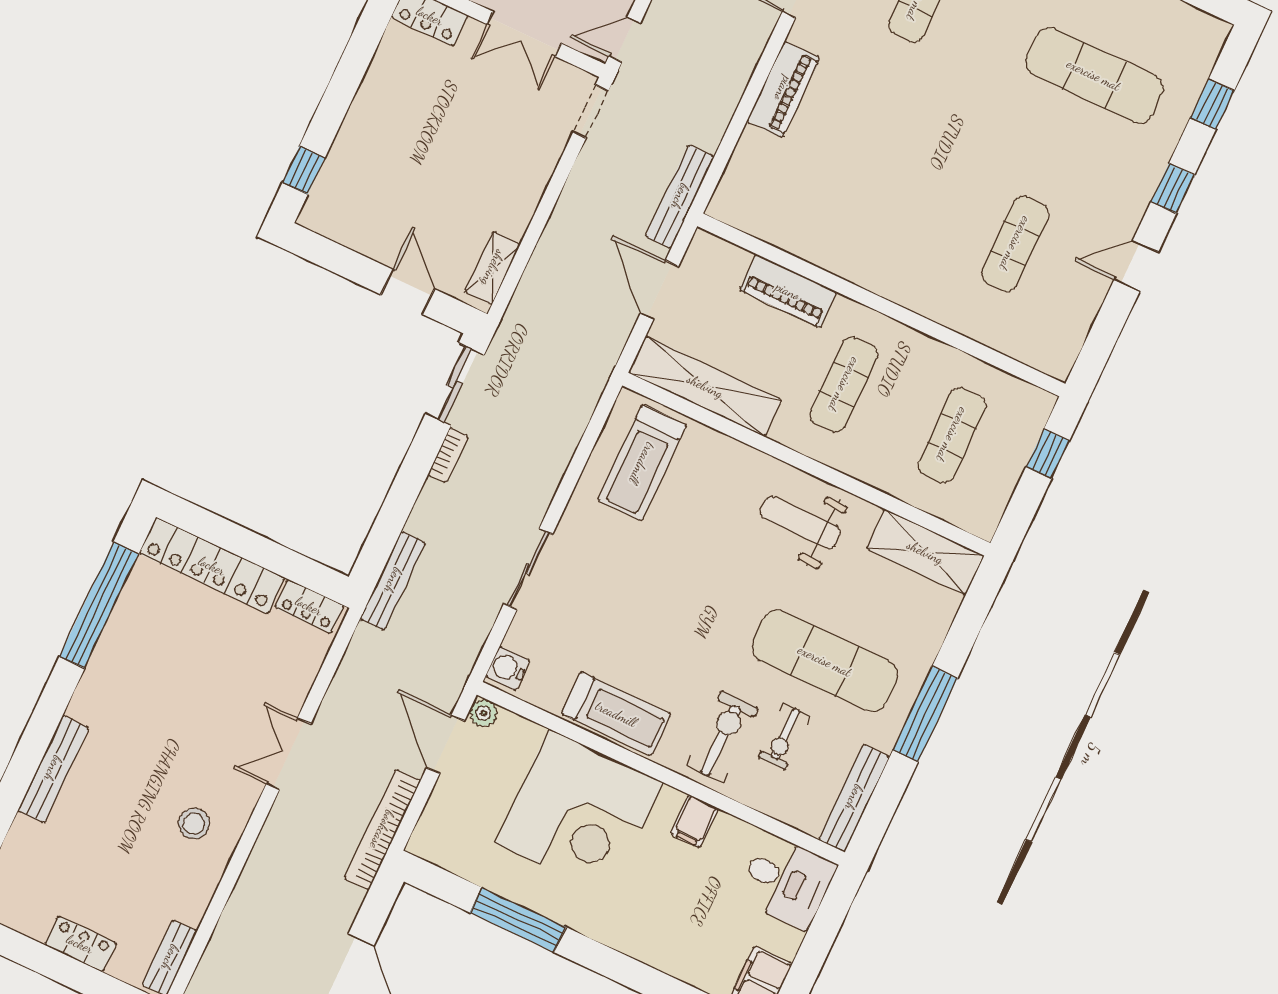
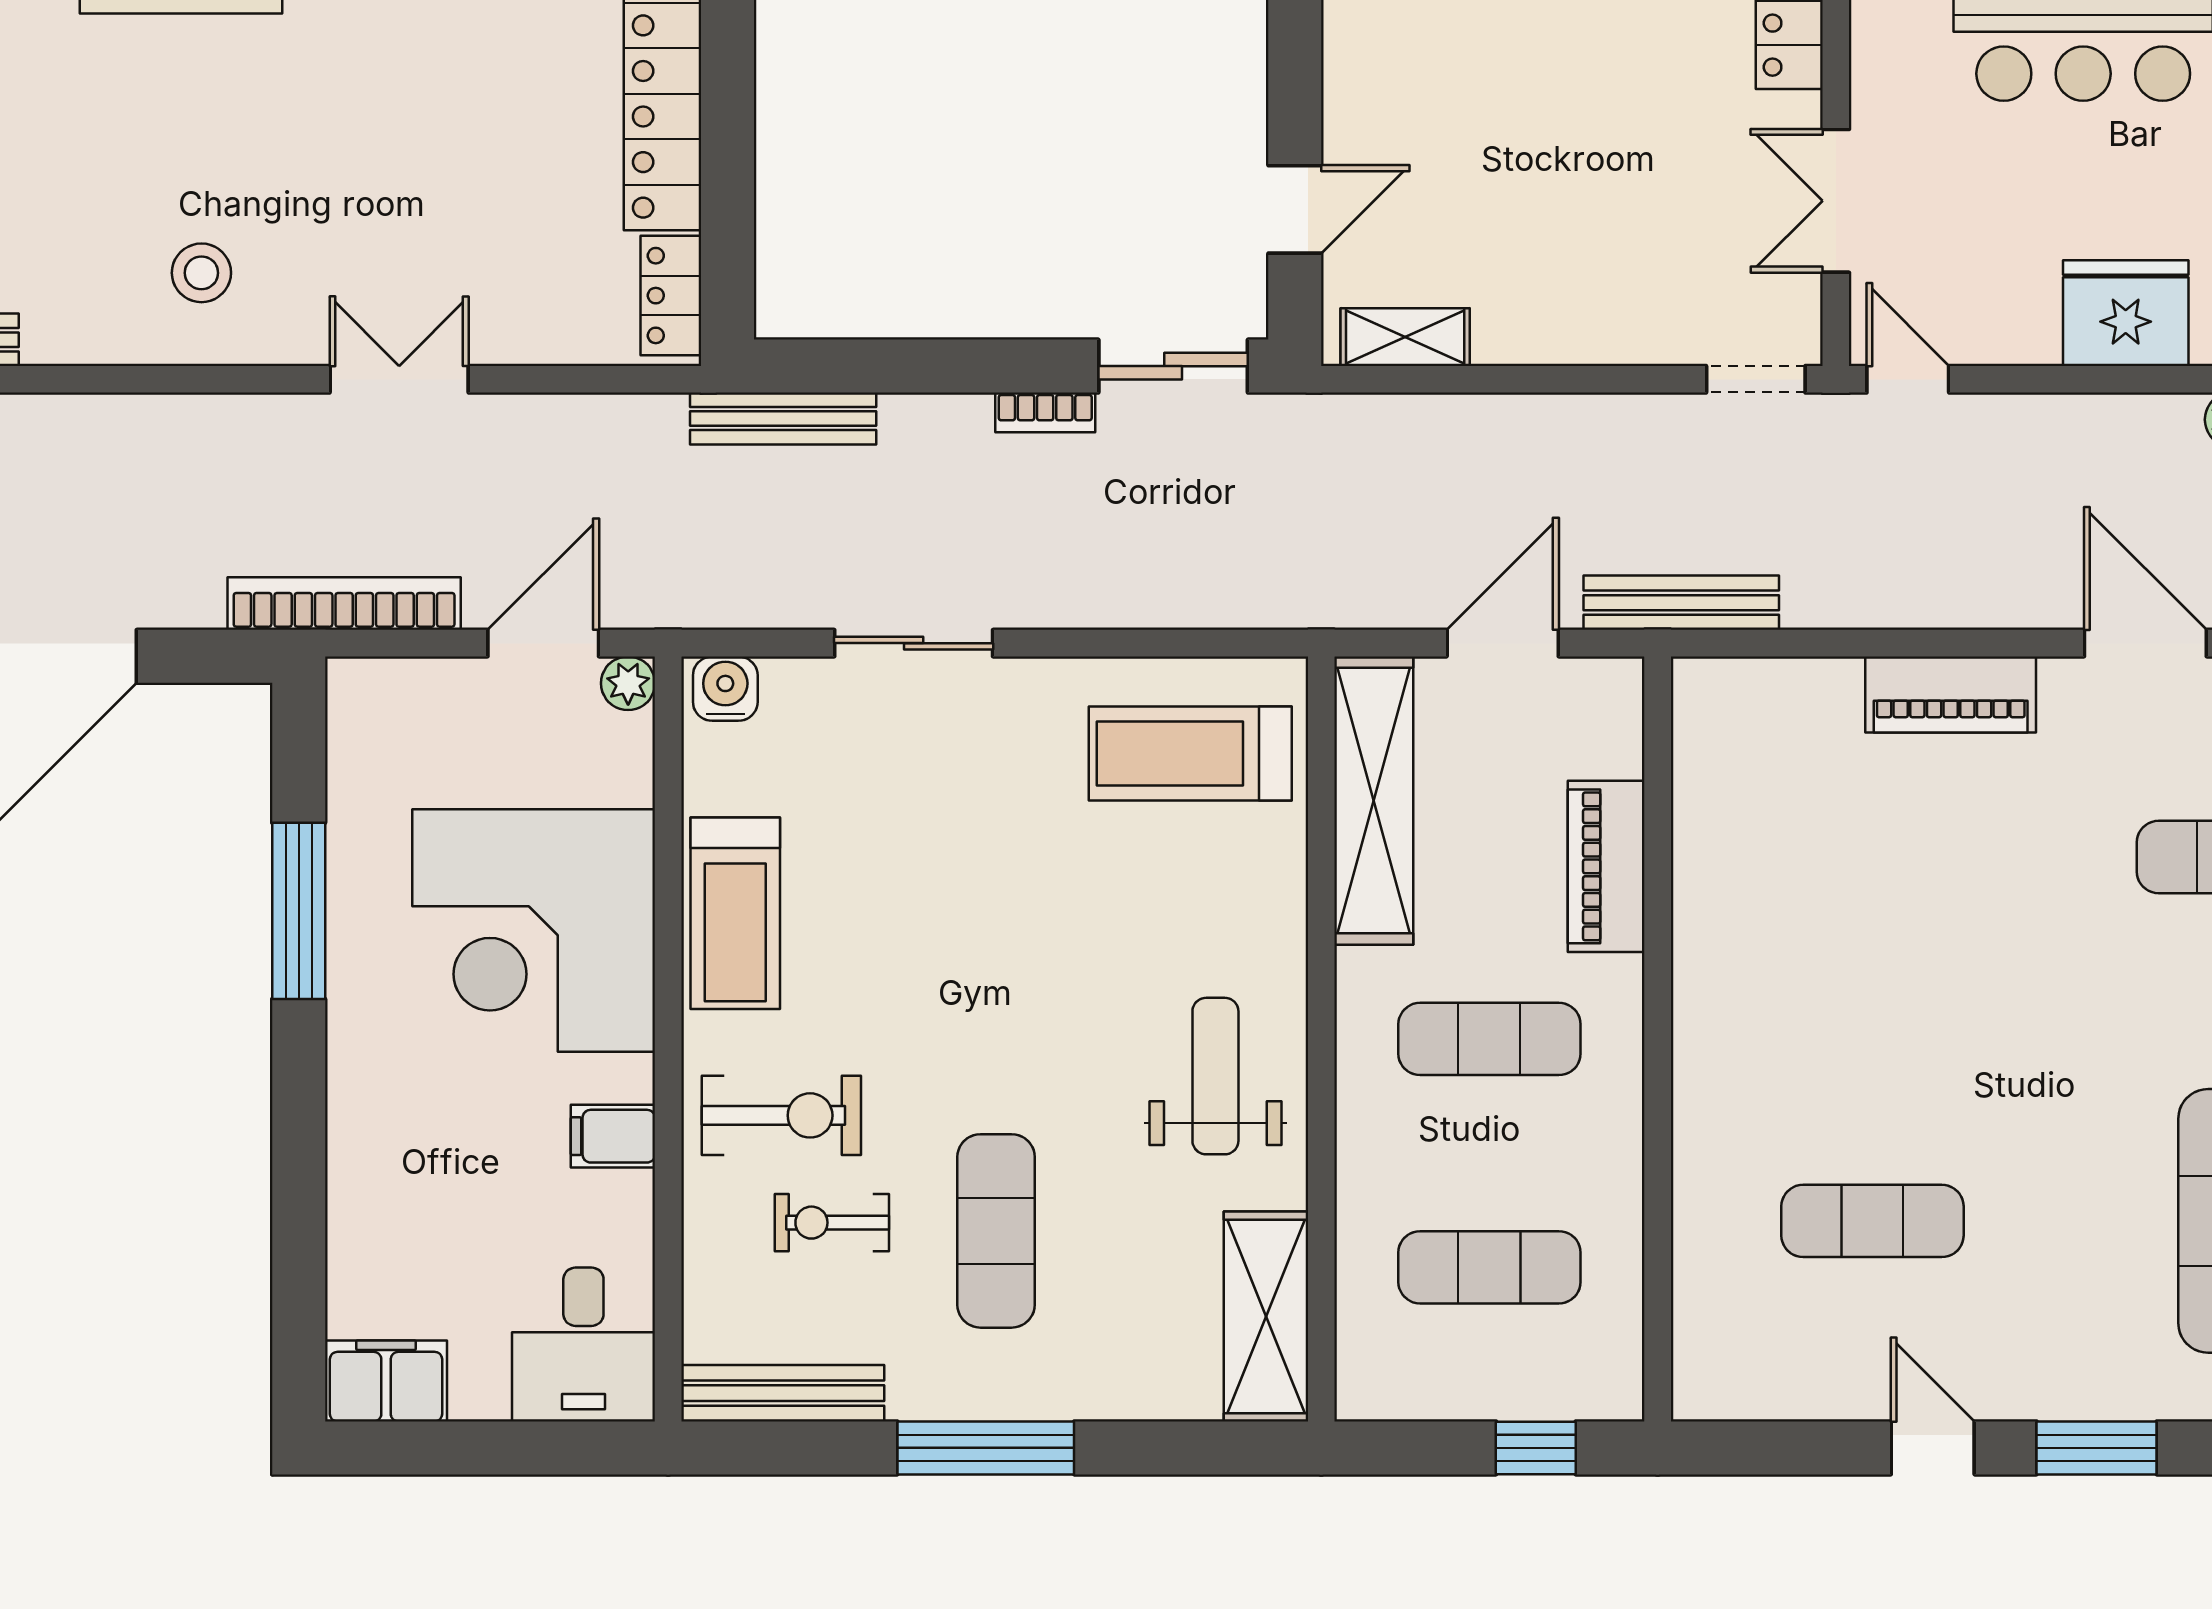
window: (1173, 188) -> (2097, 1448), width x1.50
exercise mat: (825, 661) -> (996, 1231), width x0.73, depth x0.69

